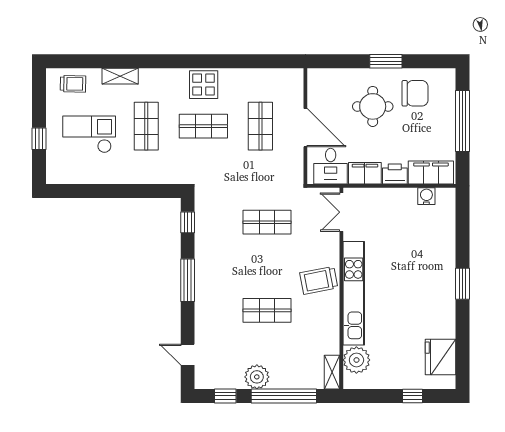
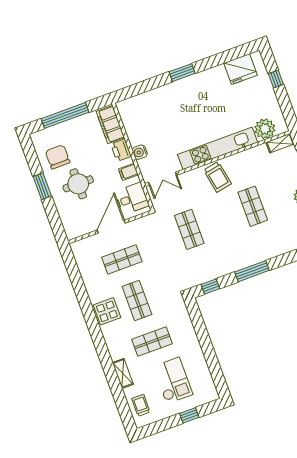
checkout: (89, 134) -> (173, 380), turned 180
filing cabinet: (365, 173) -> (128, 172), width x0.50
water cooler: (426, 196) -> (140, 152), moved

